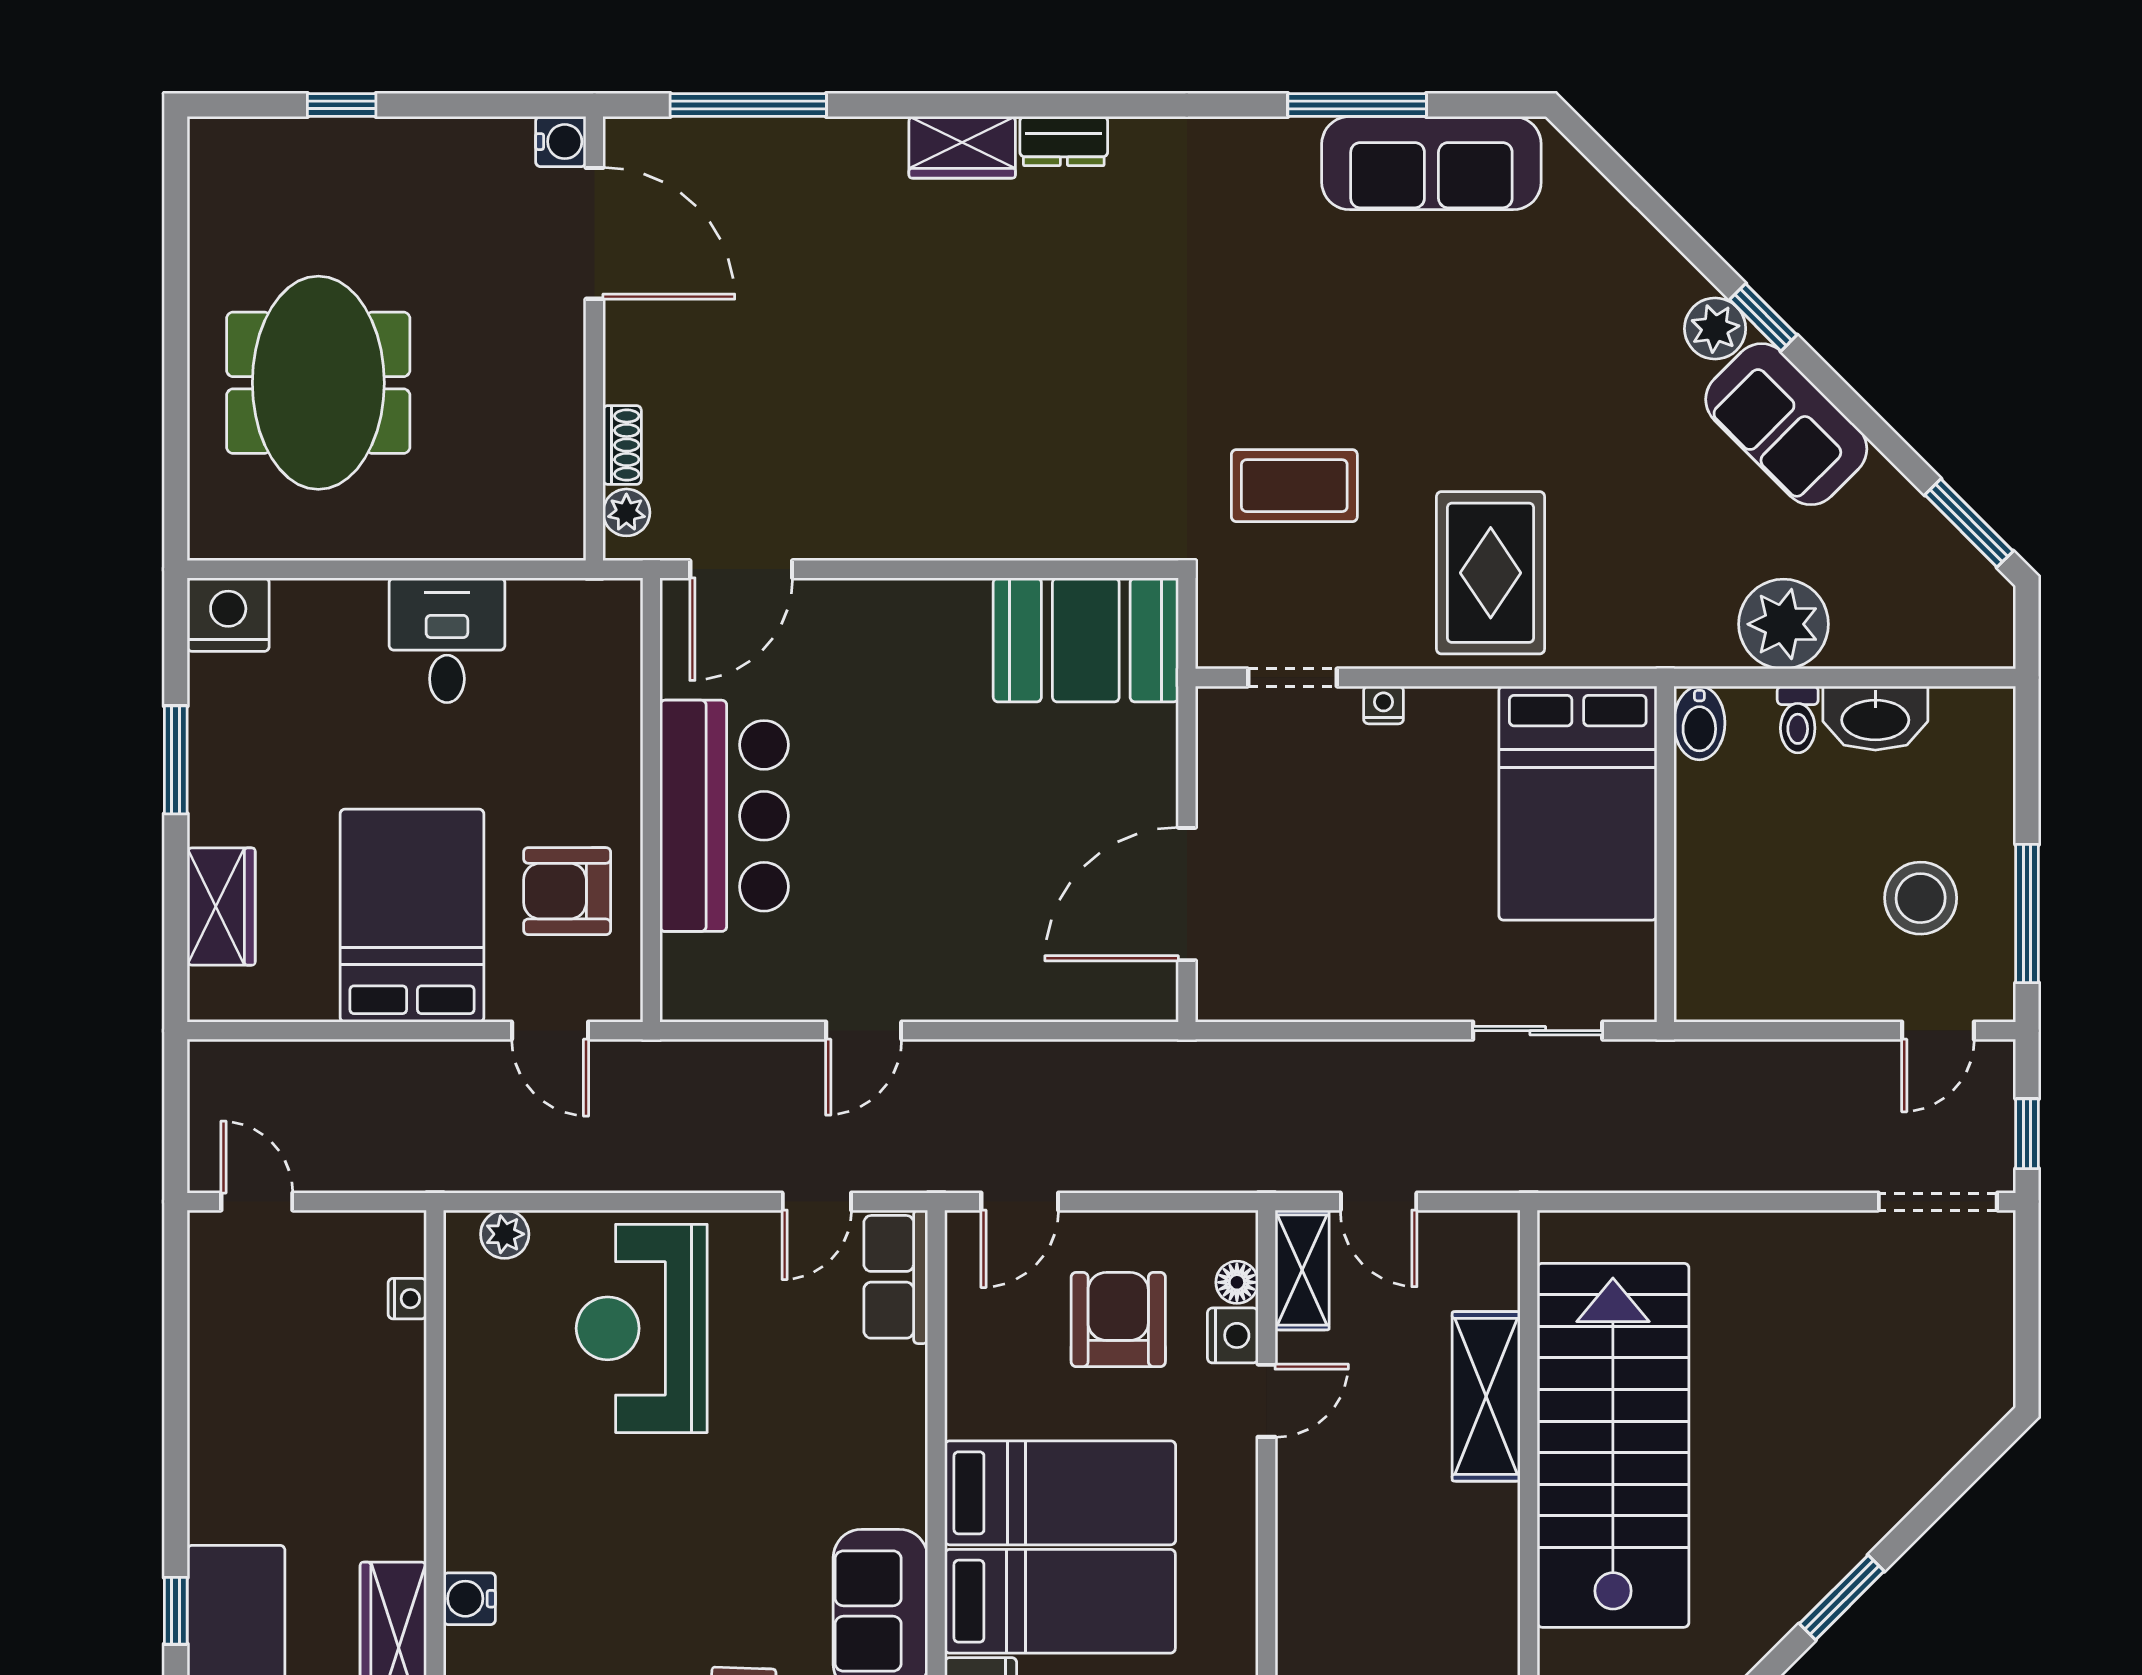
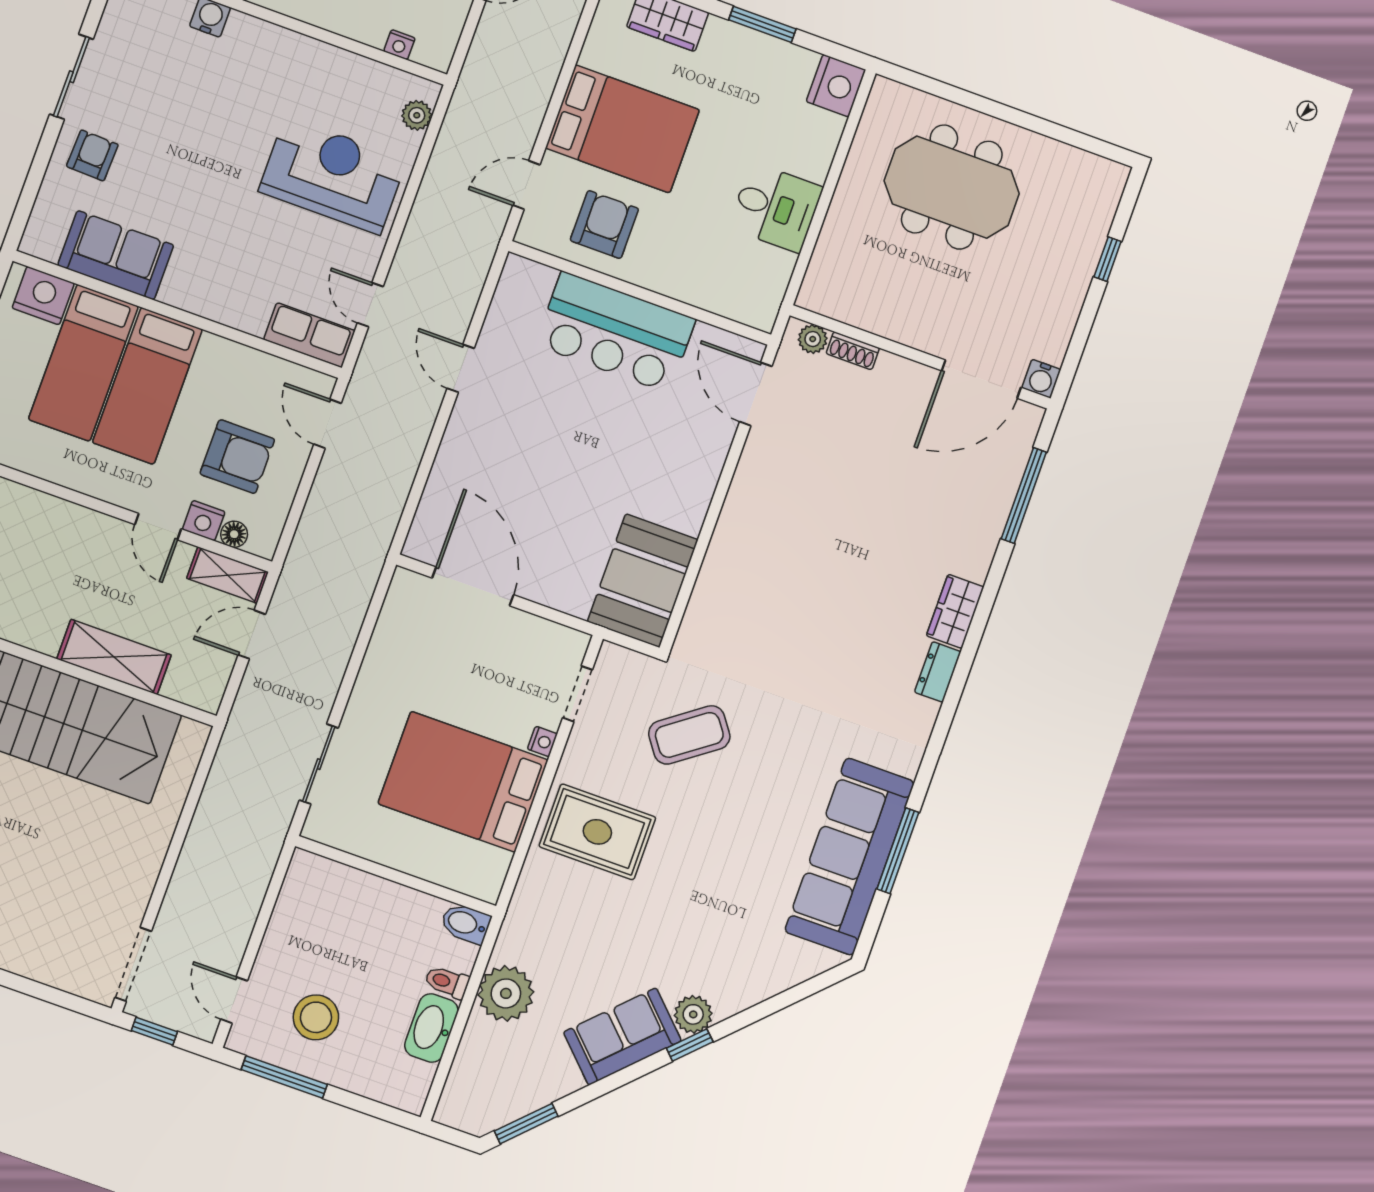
sofa: (1431, 163) -> (850, 857), width x1.36, depth x1.27
coffee table: (1294, 486) -> (689, 735), turned 54
bed: (1578, 803) -> (463, 782), moved

